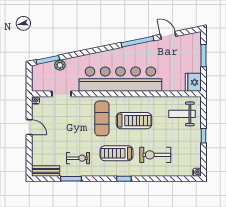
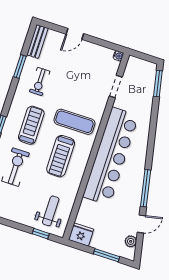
plant: (60, 65) -> (131, 241), moved
door: (29, 127) -> (75, 34), moved
window: (203, 136) -> (41, 234), moved

